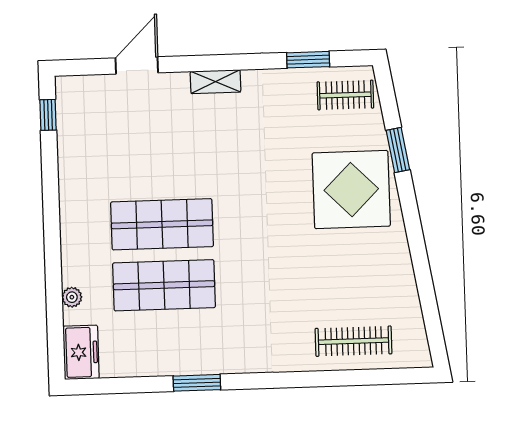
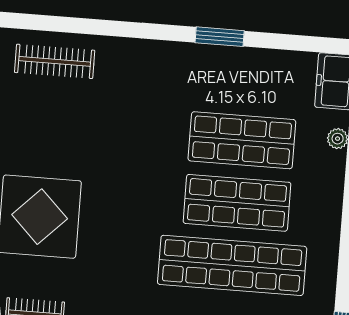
shop shelf: (160, 163) -> (232, 265), added

